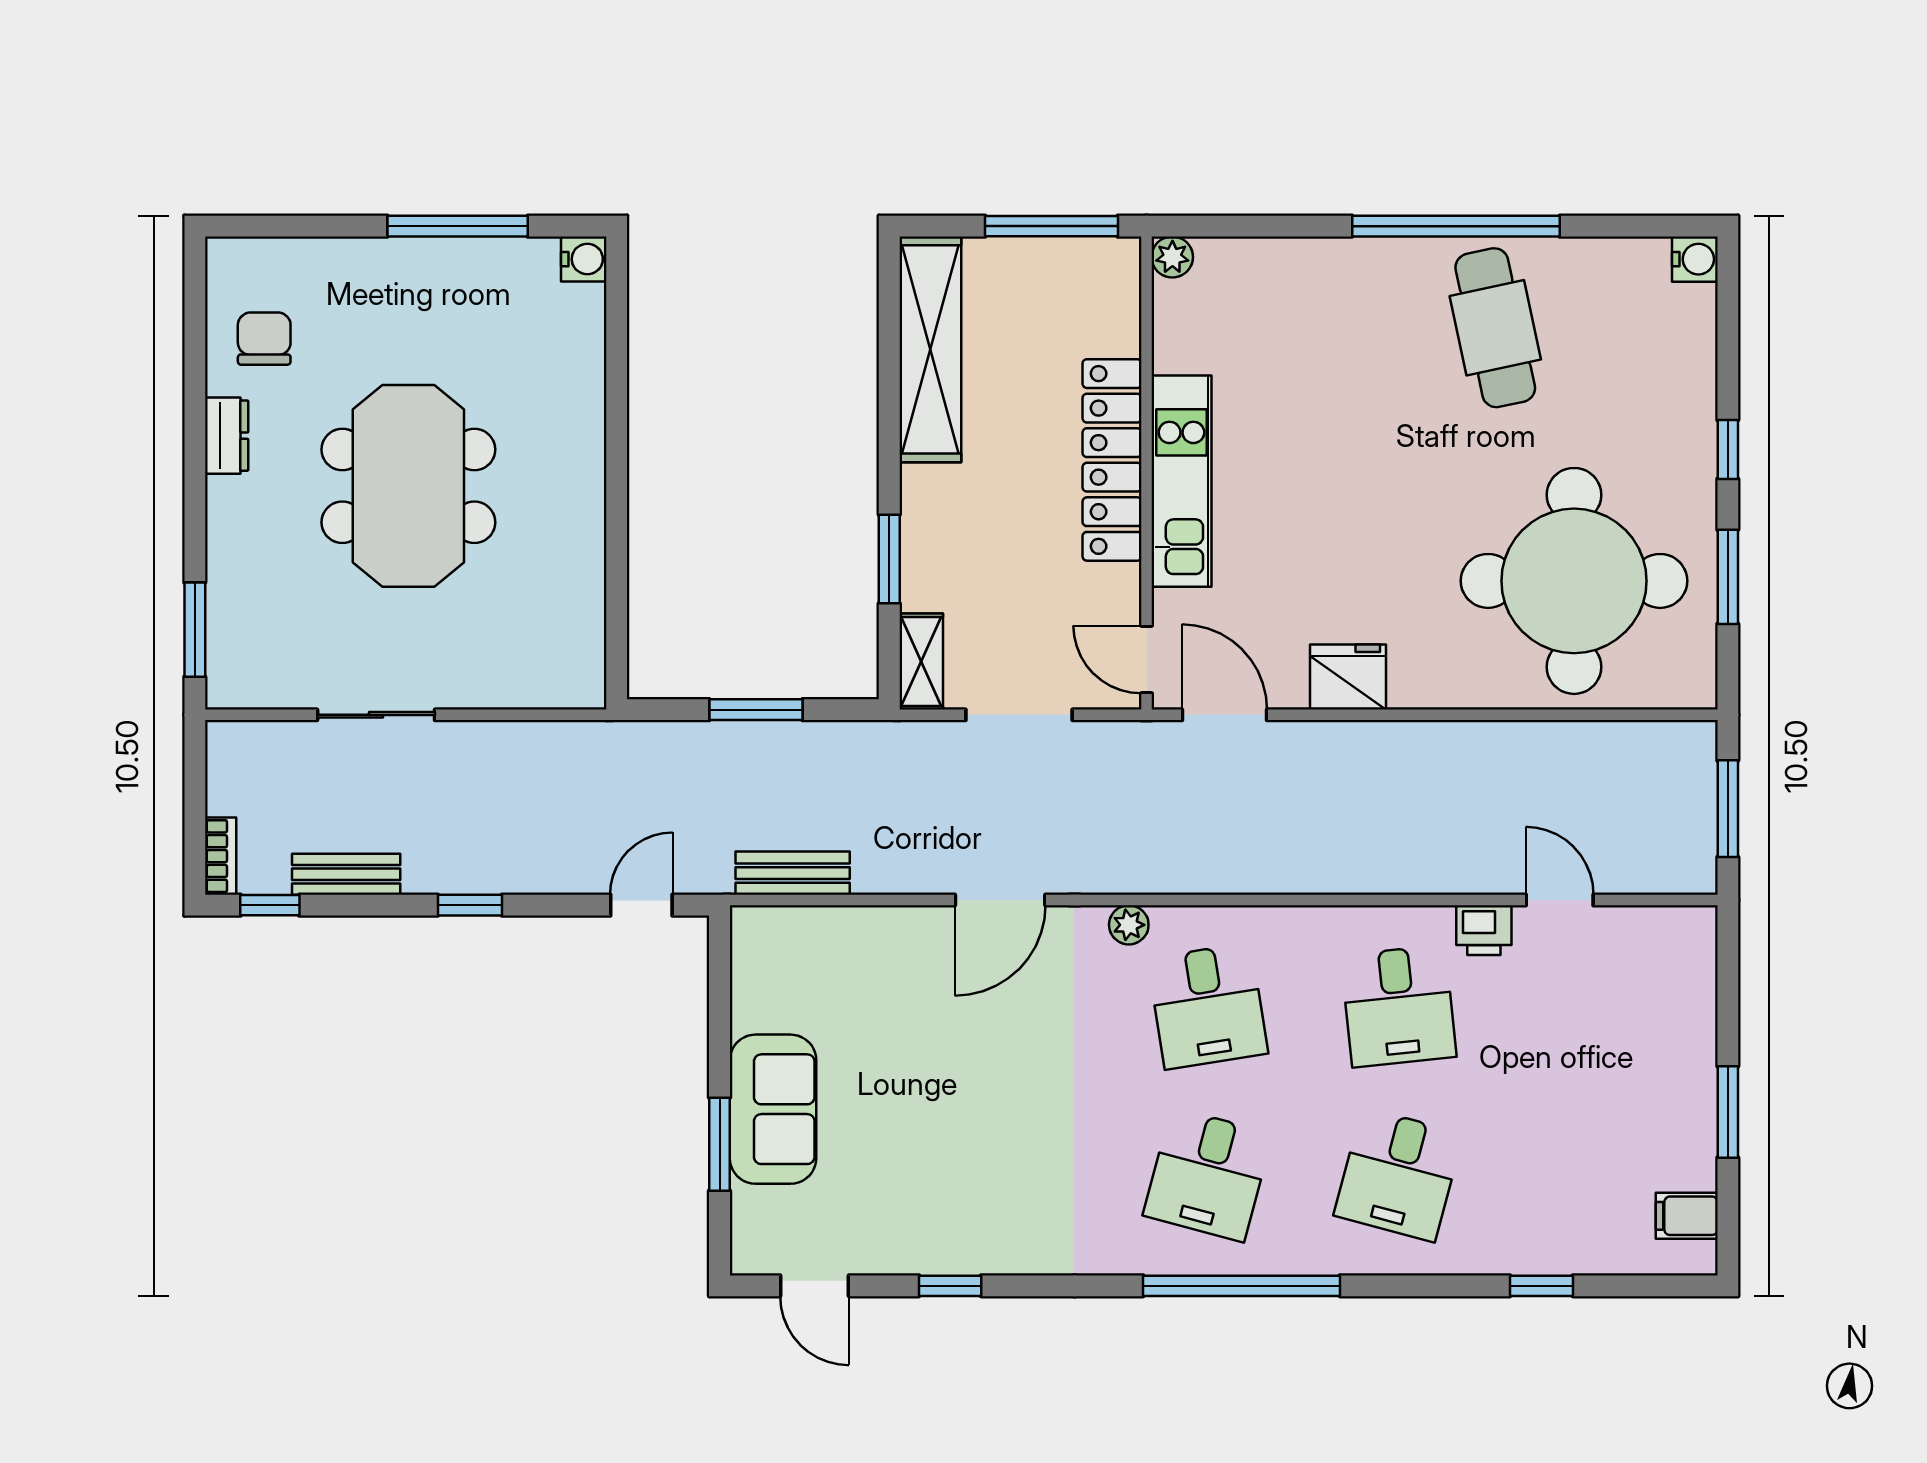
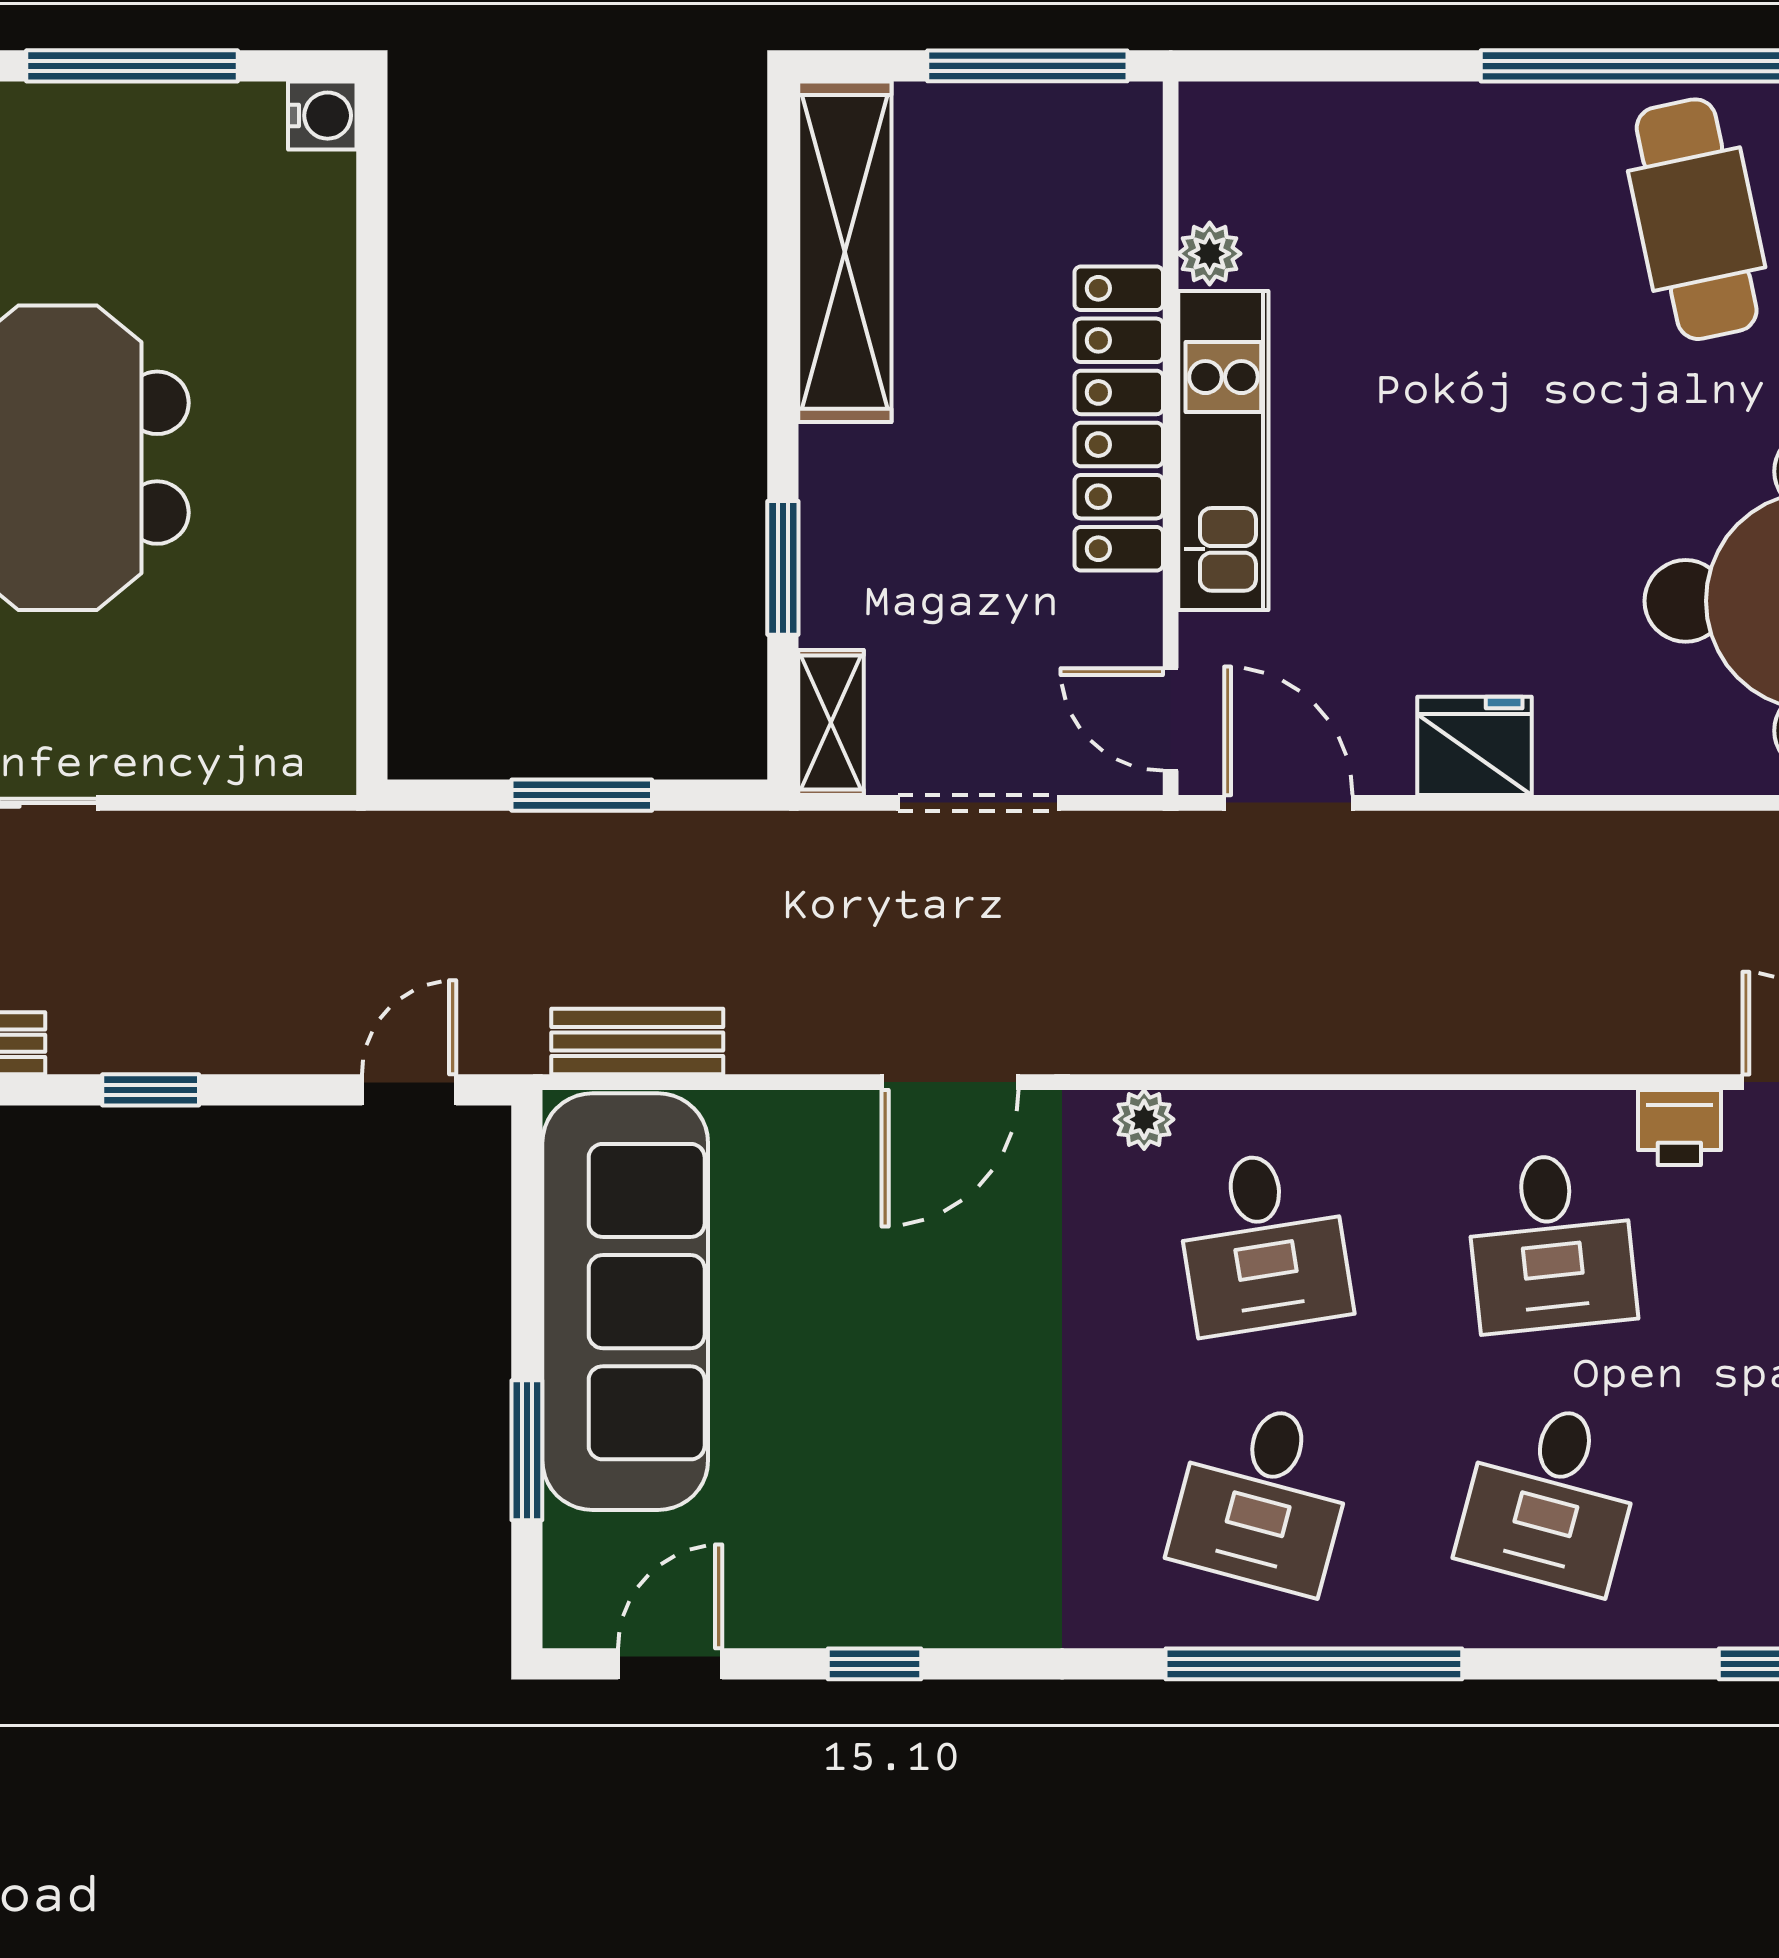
plant: (1172, 257) -> (1210, 254), moved
sofa: (773, 1109) -> (625, 1302), width x1.85, depth x1.27
door: (814, 1286) -> (670, 1664), swing flipped

